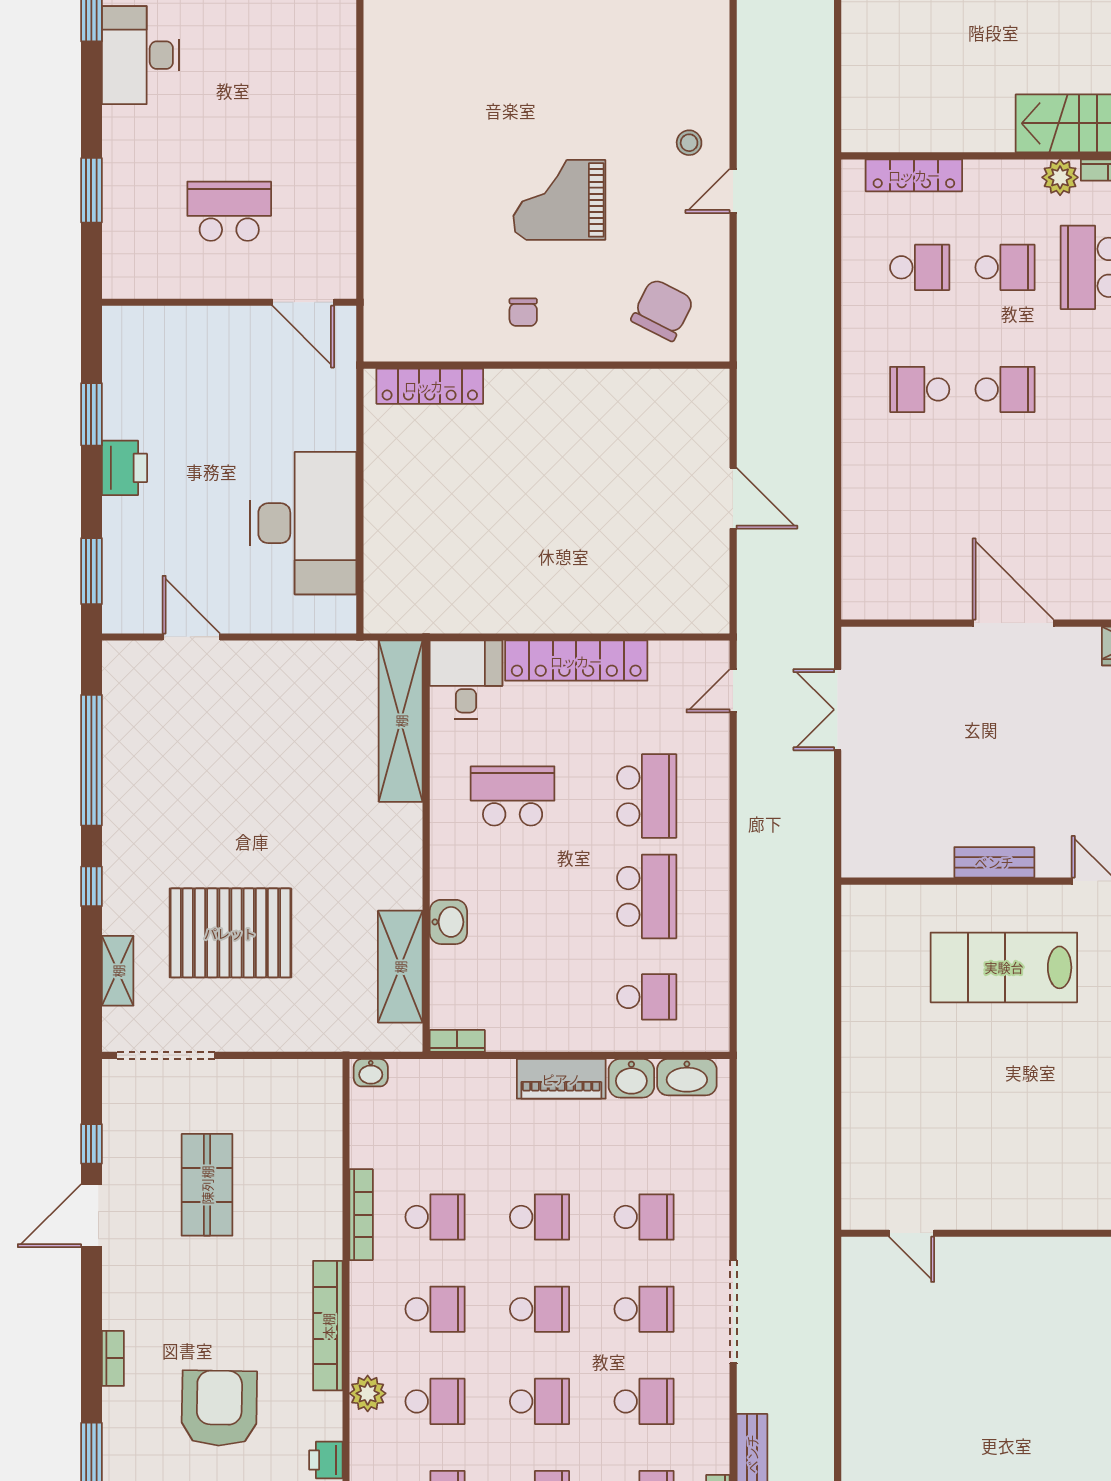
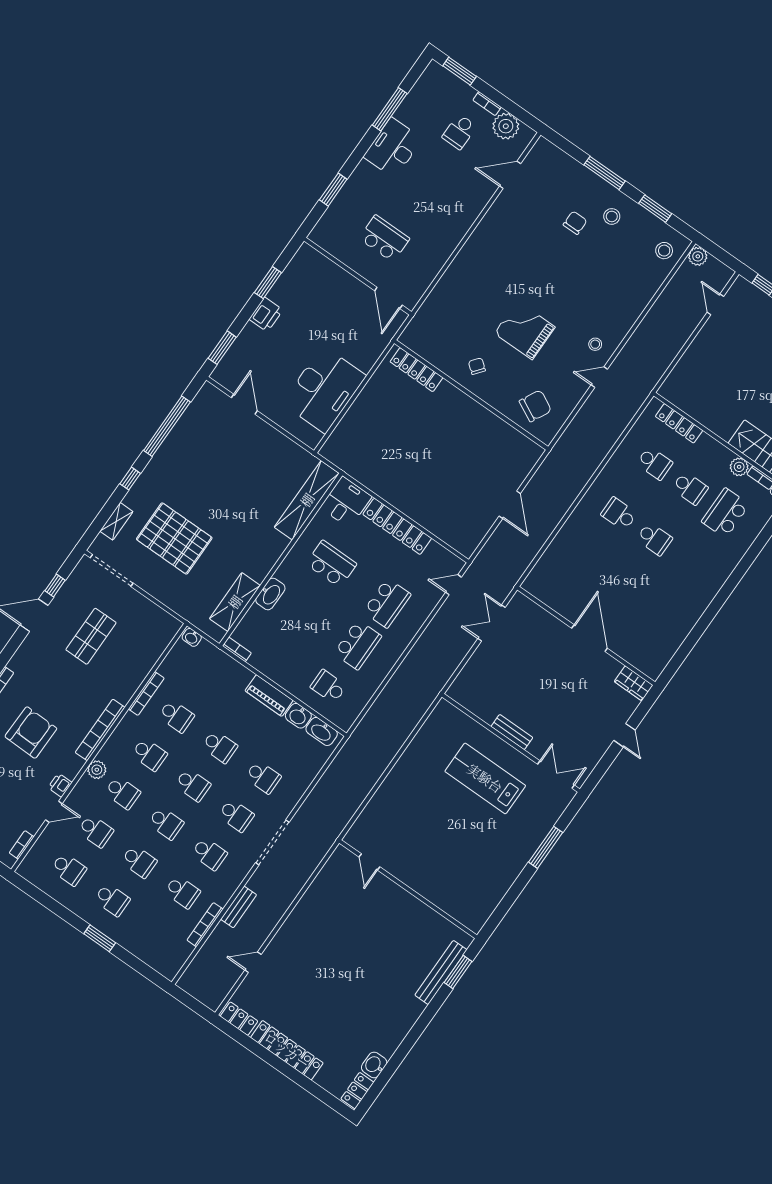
chair: (523, 312) -> (477, 366), turned 129
washbasin: (448, 922) -> (270, 594), width x1.38
school desk: (647, 997) -> (328, 686), turned 180

